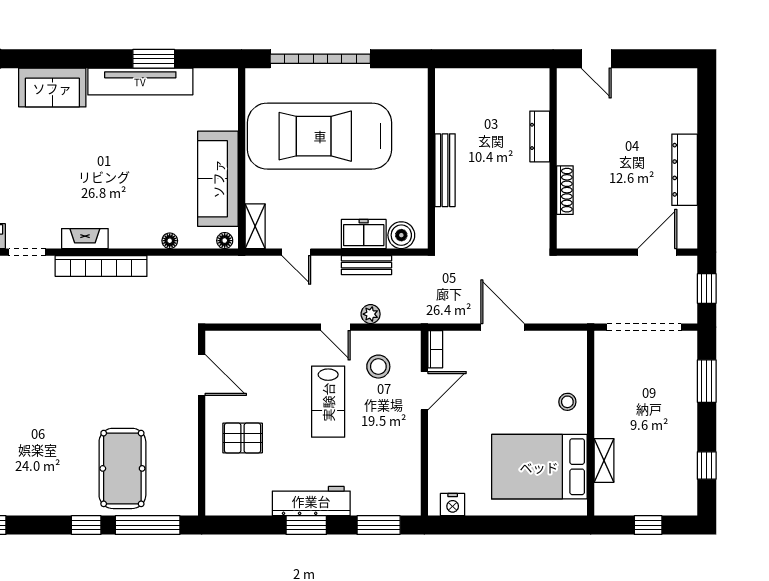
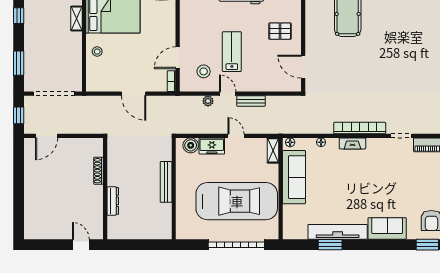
dresser: (685, 170) -> (31, 182), removed
fireplace: (85, 239) -> (352, 143), moved
door: (296, 252) -> (236, 136), moved
bench: (367, 265) -> (251, 101), moved

